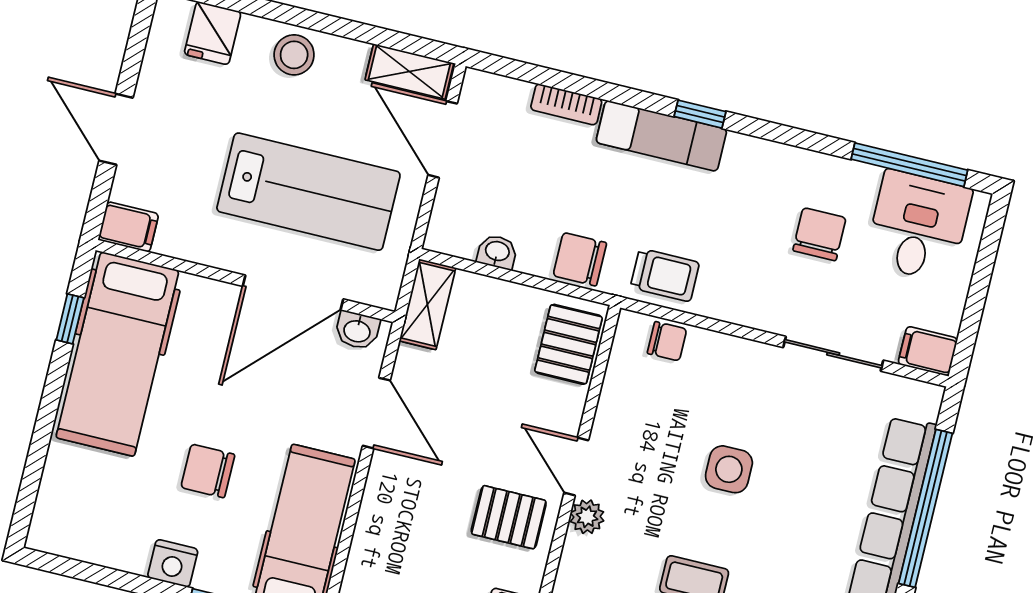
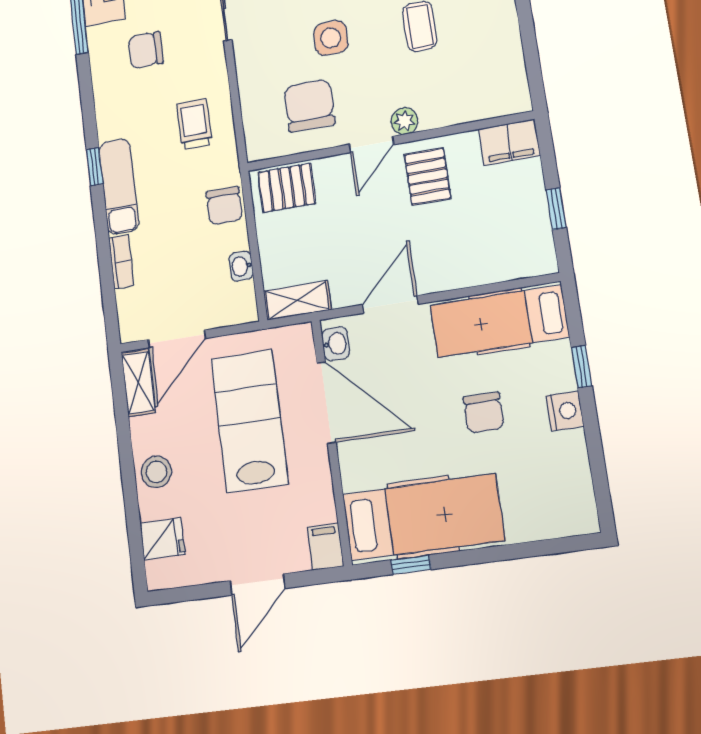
trolley: (665, 275) -> (194, 124), moved
chair: (667, 341) -> (309, 106), moved, width x1.87, depth x1.87

